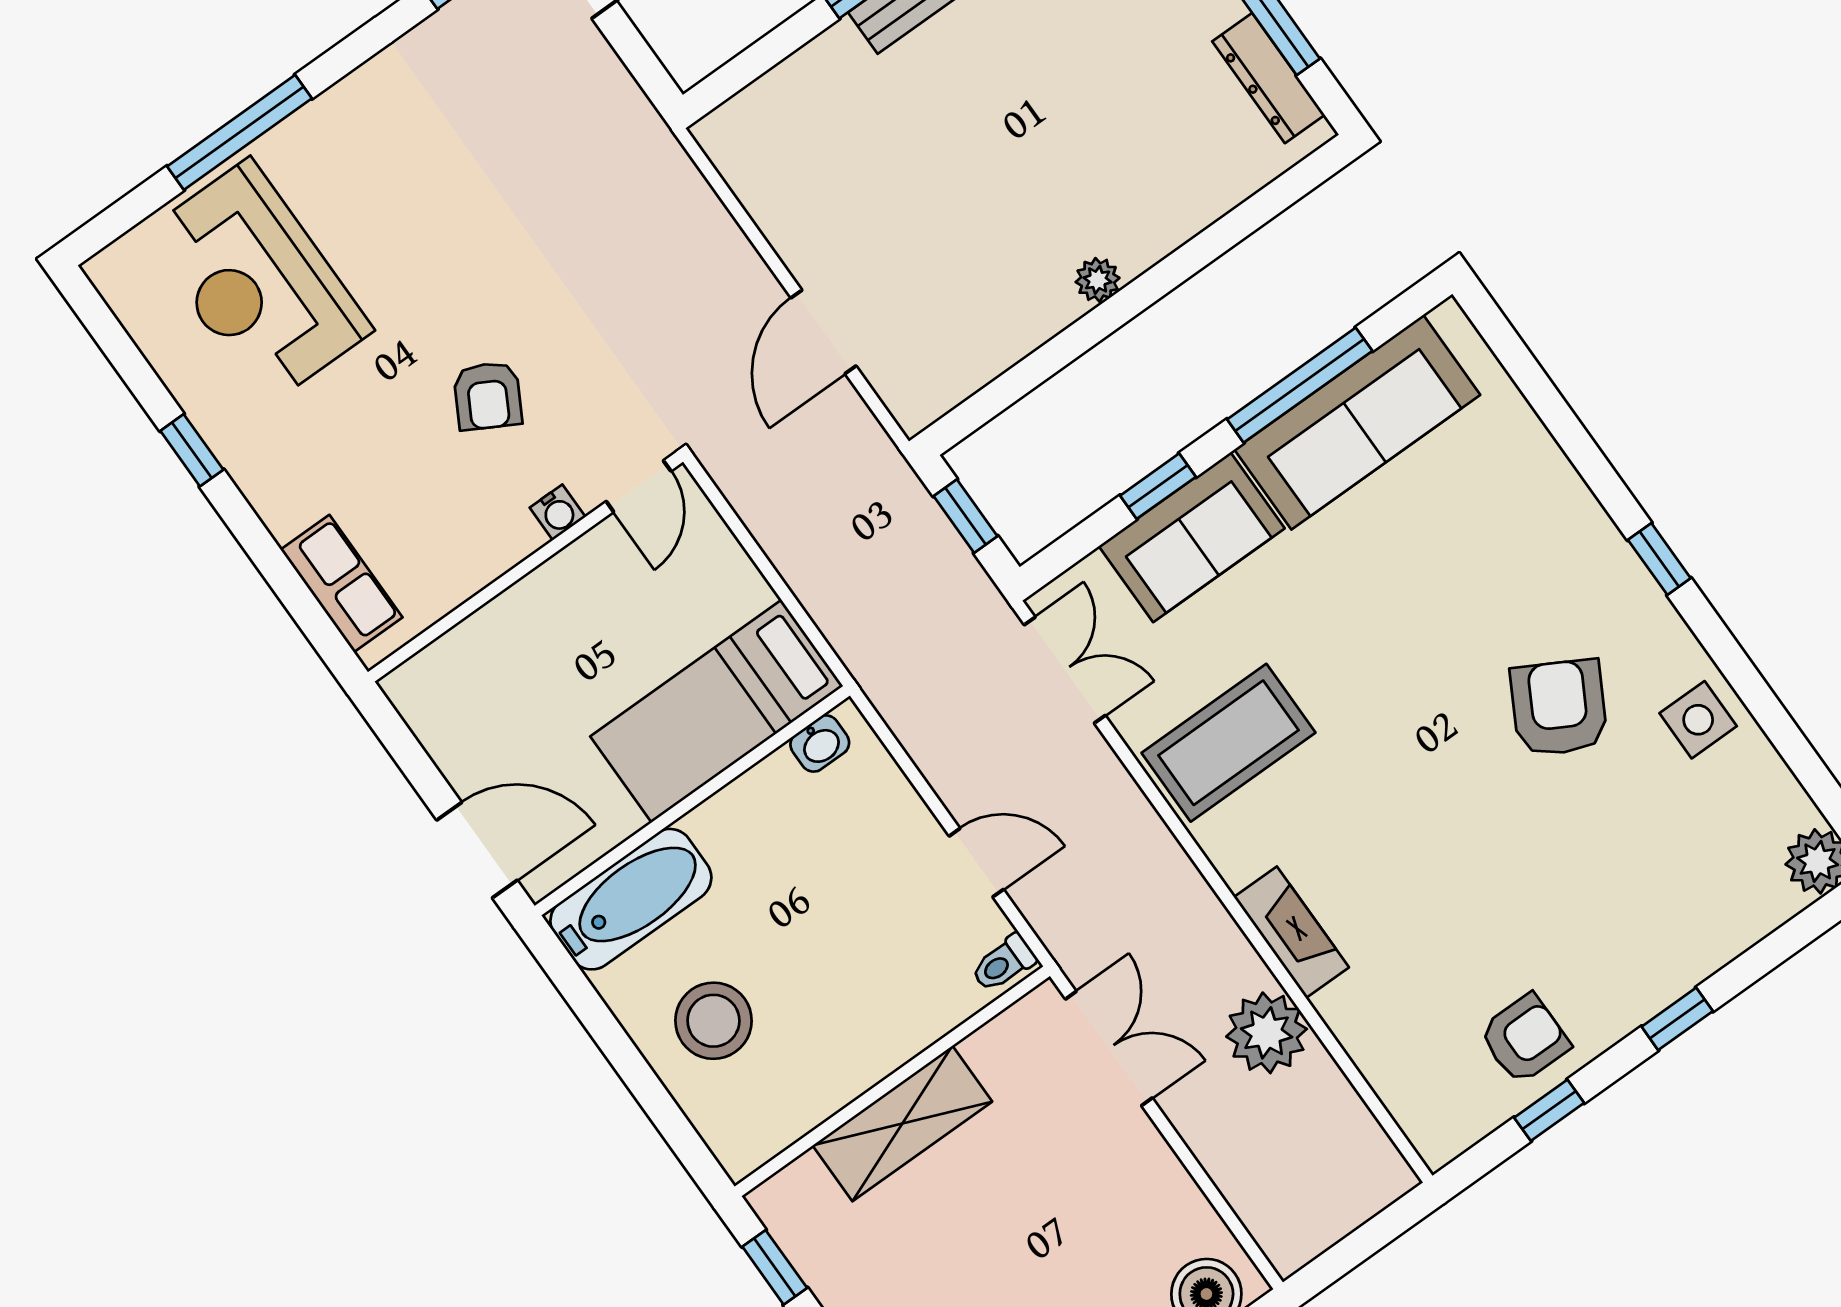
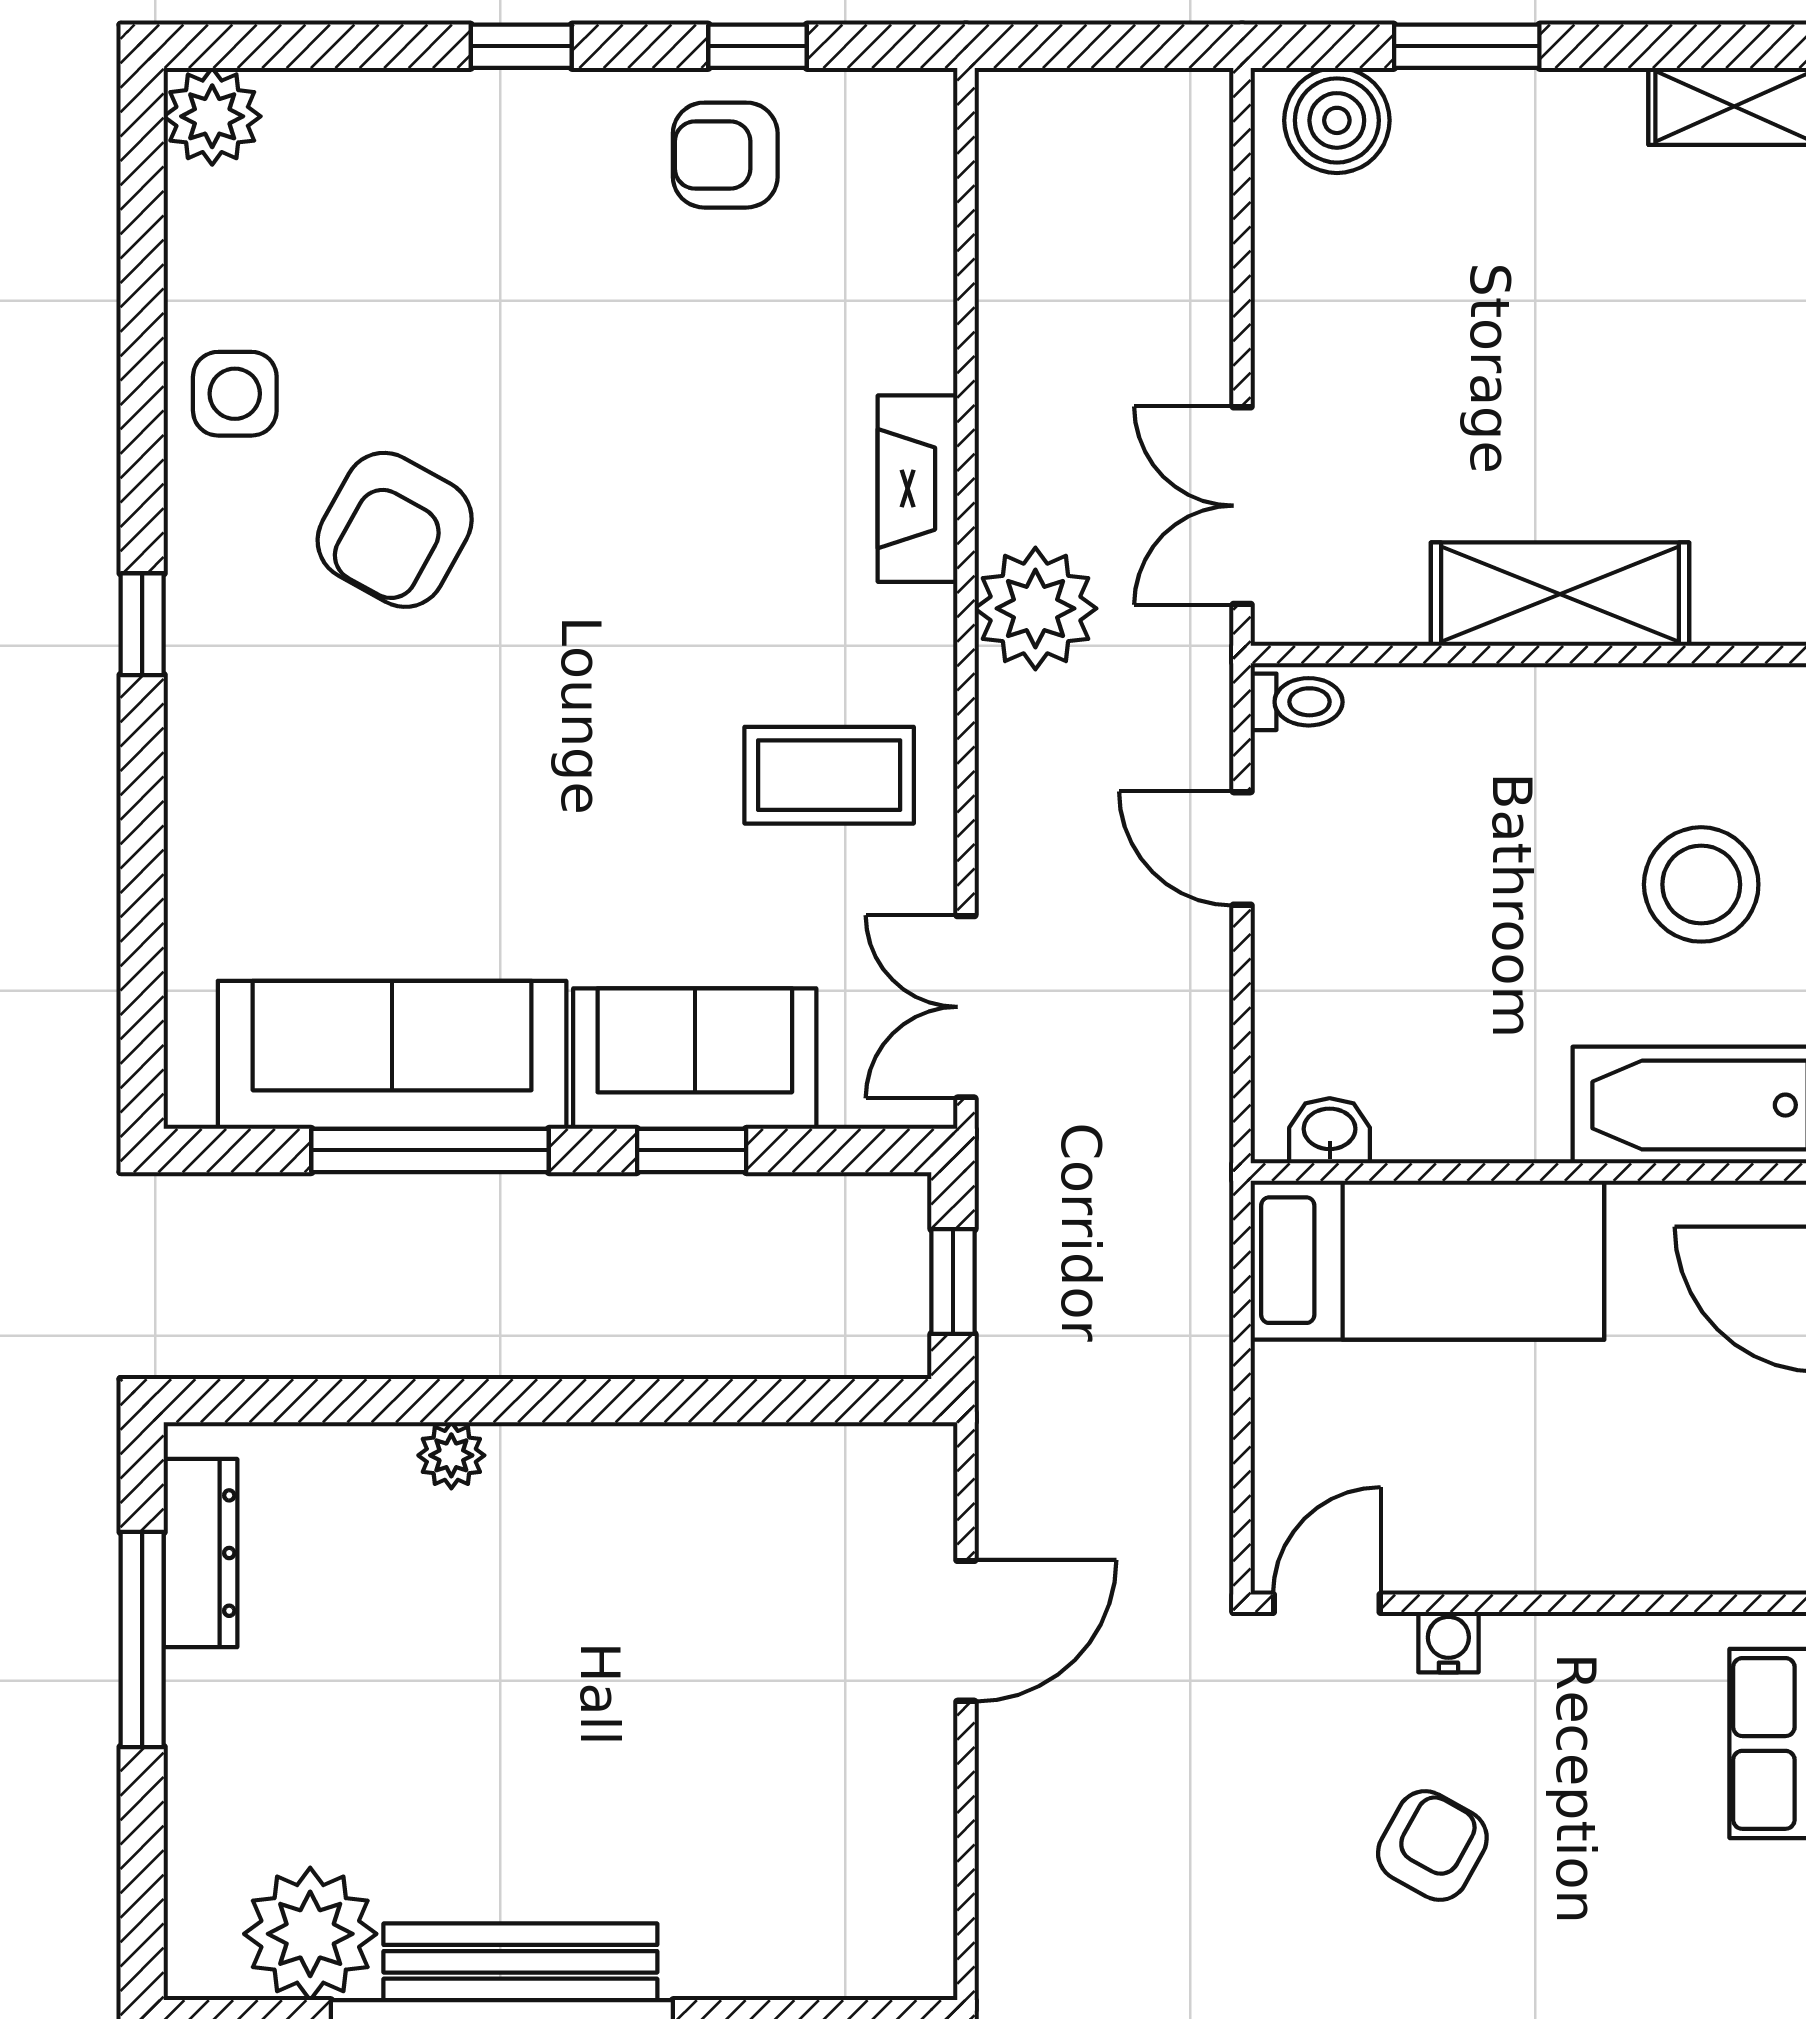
plant: (1098, 280) -> (451, 1455), moved
coffee table: (1228, 743) -> (829, 775), width x0.73, depth x0.76
plant: (1267, 1033) -> (1035, 608), moved

